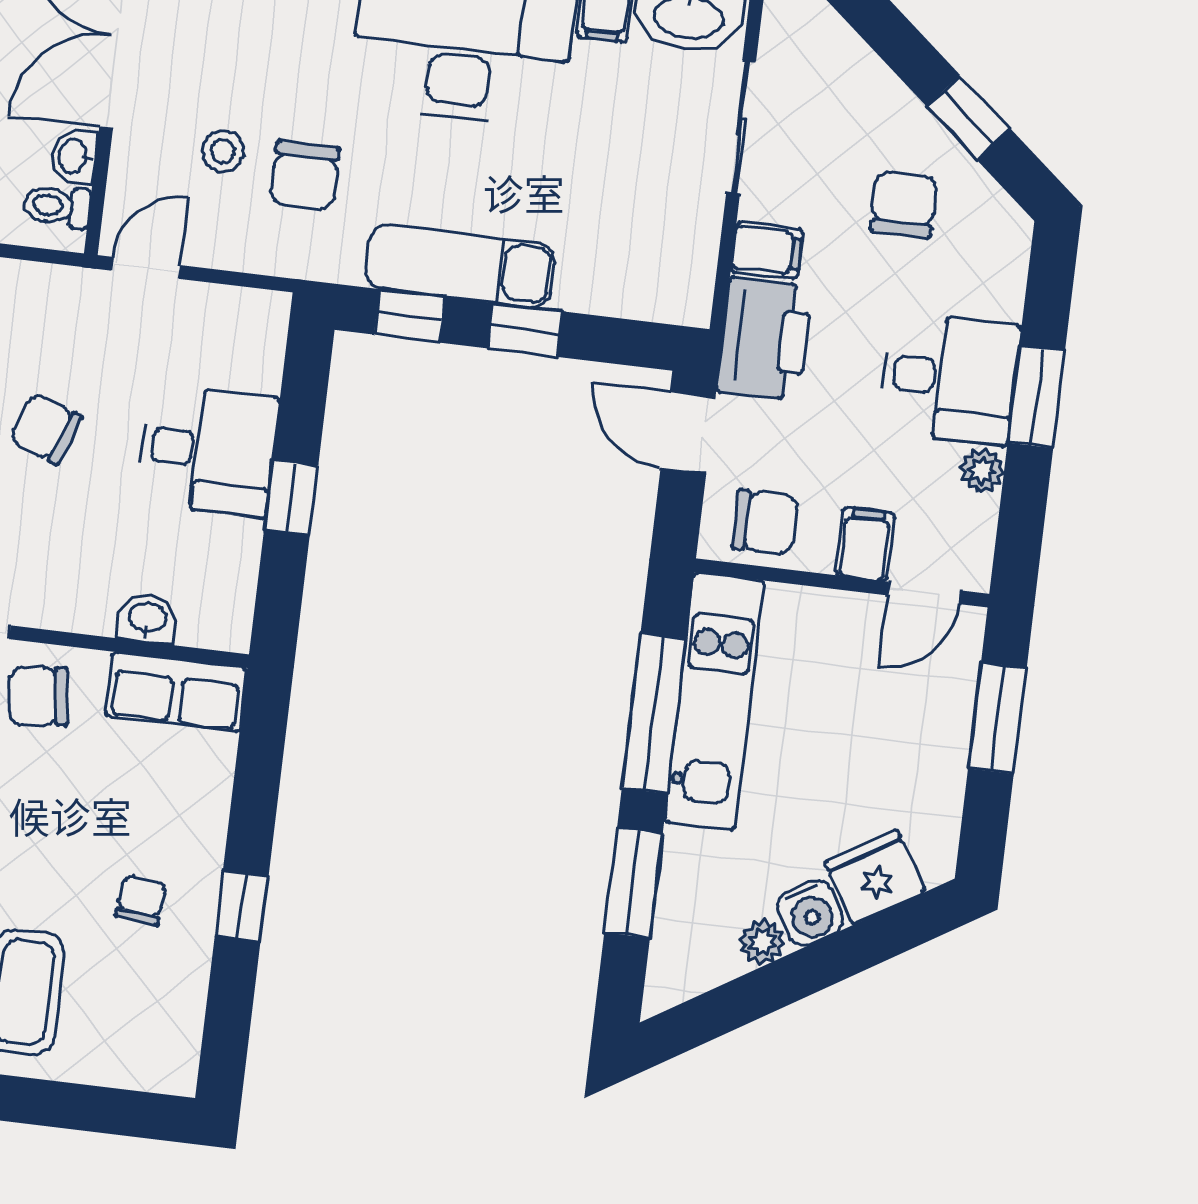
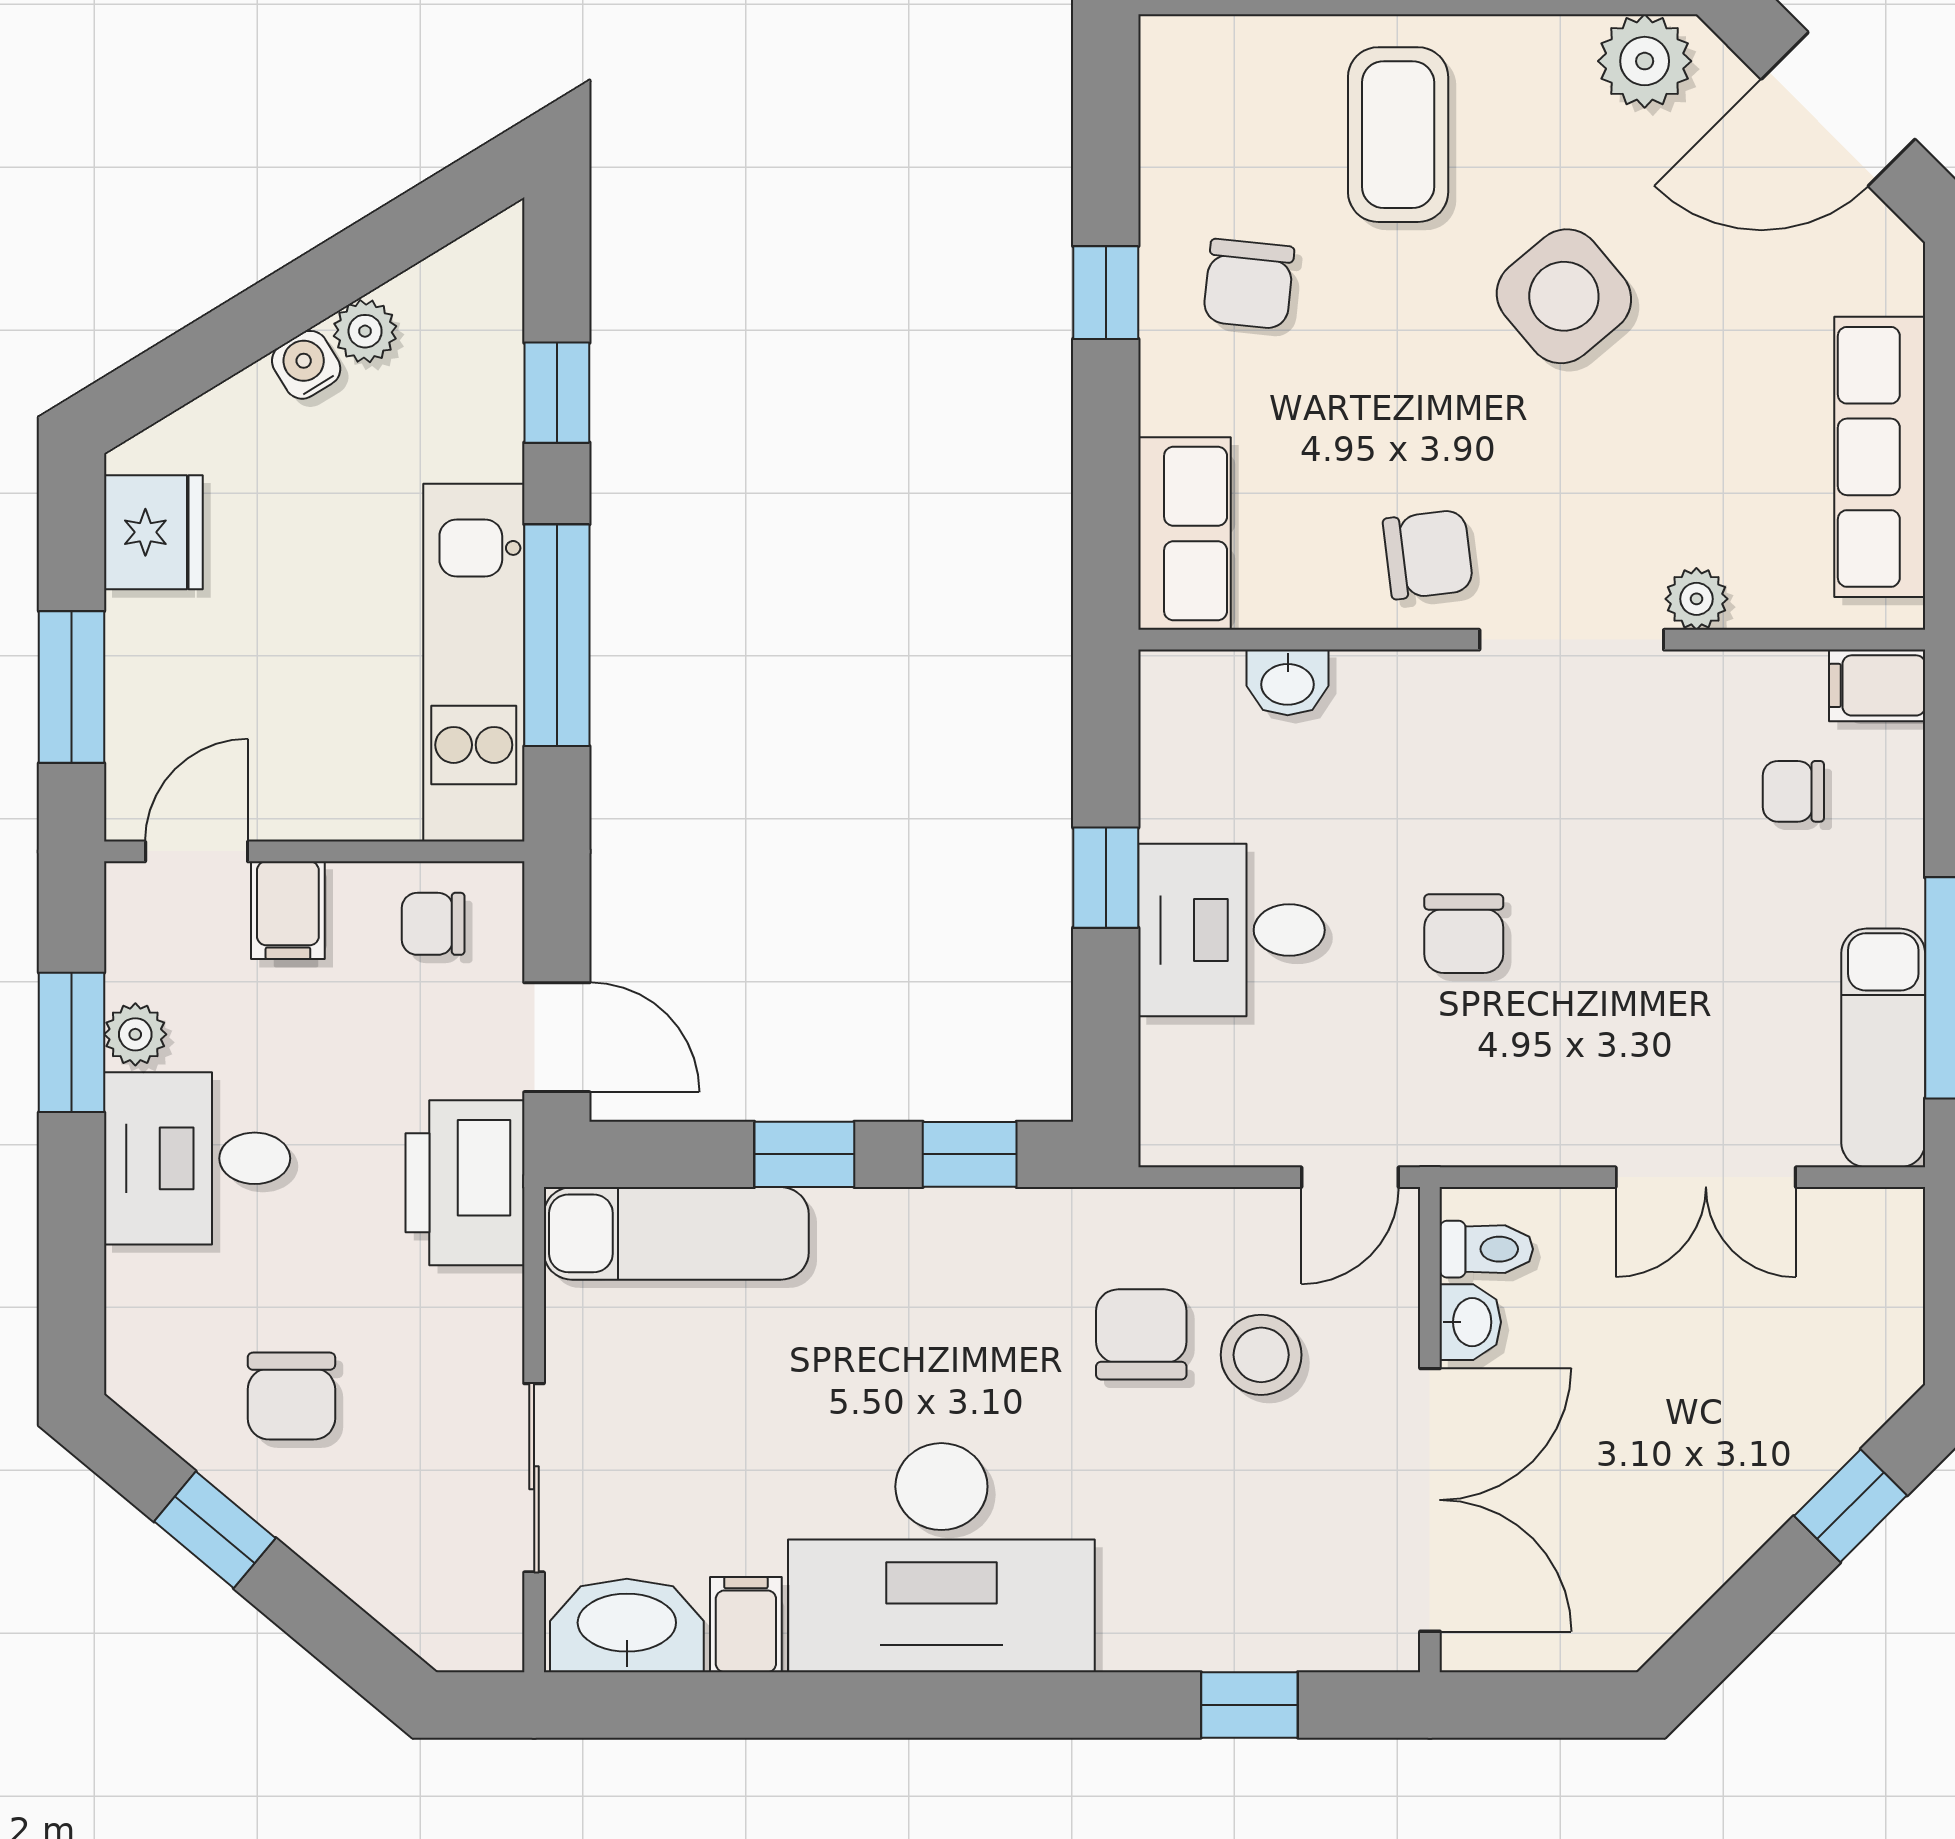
stool: (223, 151) -> (1261, 1355), width x1.37, depth x1.37
filing cabinet: (767, 251) -> (477, 1308), removed
exam couch: (460, 266) -> (676, 1233), moved
window: (1036, 397) -> (71, 1042), moved
chair: (46, 428) -> (1464, 934), turned 69
chair: (765, 522) -> (433, 924), width x0.73, depth x0.73
row of seats: (176, 692) -> (1184, 533), moved, turned 90
fridge: (875, 877) -> (153, 532), moved, turned -59
window: (633, 883) -> (557, 393), width x0.67
chair: (141, 900) -> (1249, 284), width x1.37, depth x1.37
water cooler: (810, 913) -> (306, 365), width x0.72, depth x0.72

